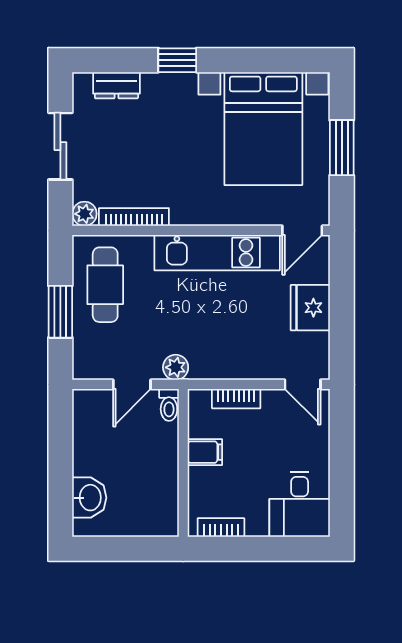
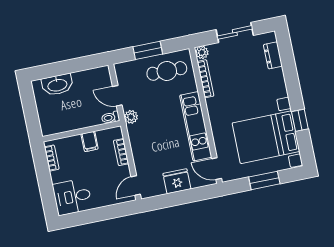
window: (177, 60) -> (300, 120), moved
washbasin: (89, 498) -> (57, 85), width x1.38

